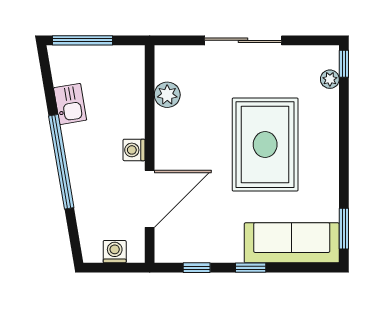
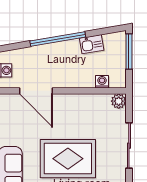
plant: (167, 95) -> (119, 101), moved
washing machine: (134, 150) -> (102, 82), moved

